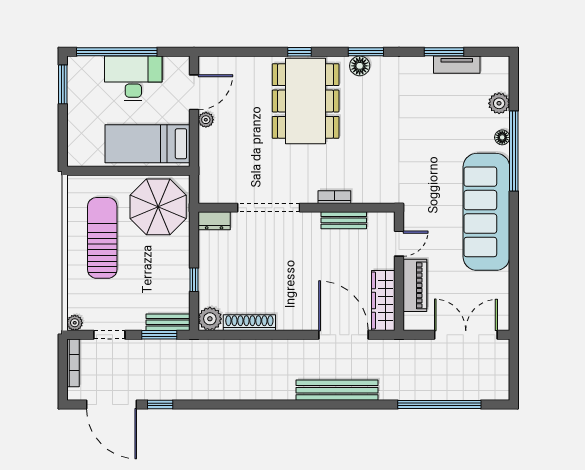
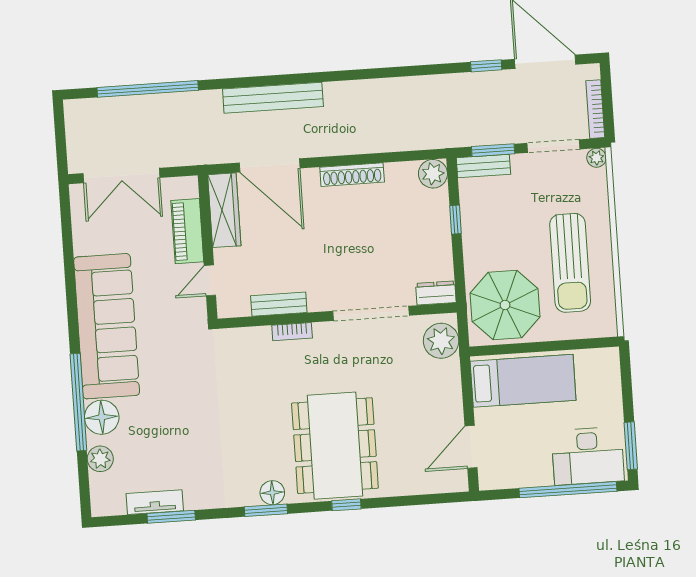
desk: (133, 78) -> (588, 456), moved
plant: (206, 120) -> (441, 341), moved, width x1.87, depth x1.87
floor lamp: (502, 137) -> (102, 417), width x1.89, depth x1.89
shoe rack: (249, 323) -> (352, 175), moved
doorway: (109, 335) -> (553, 146), width x1.38

